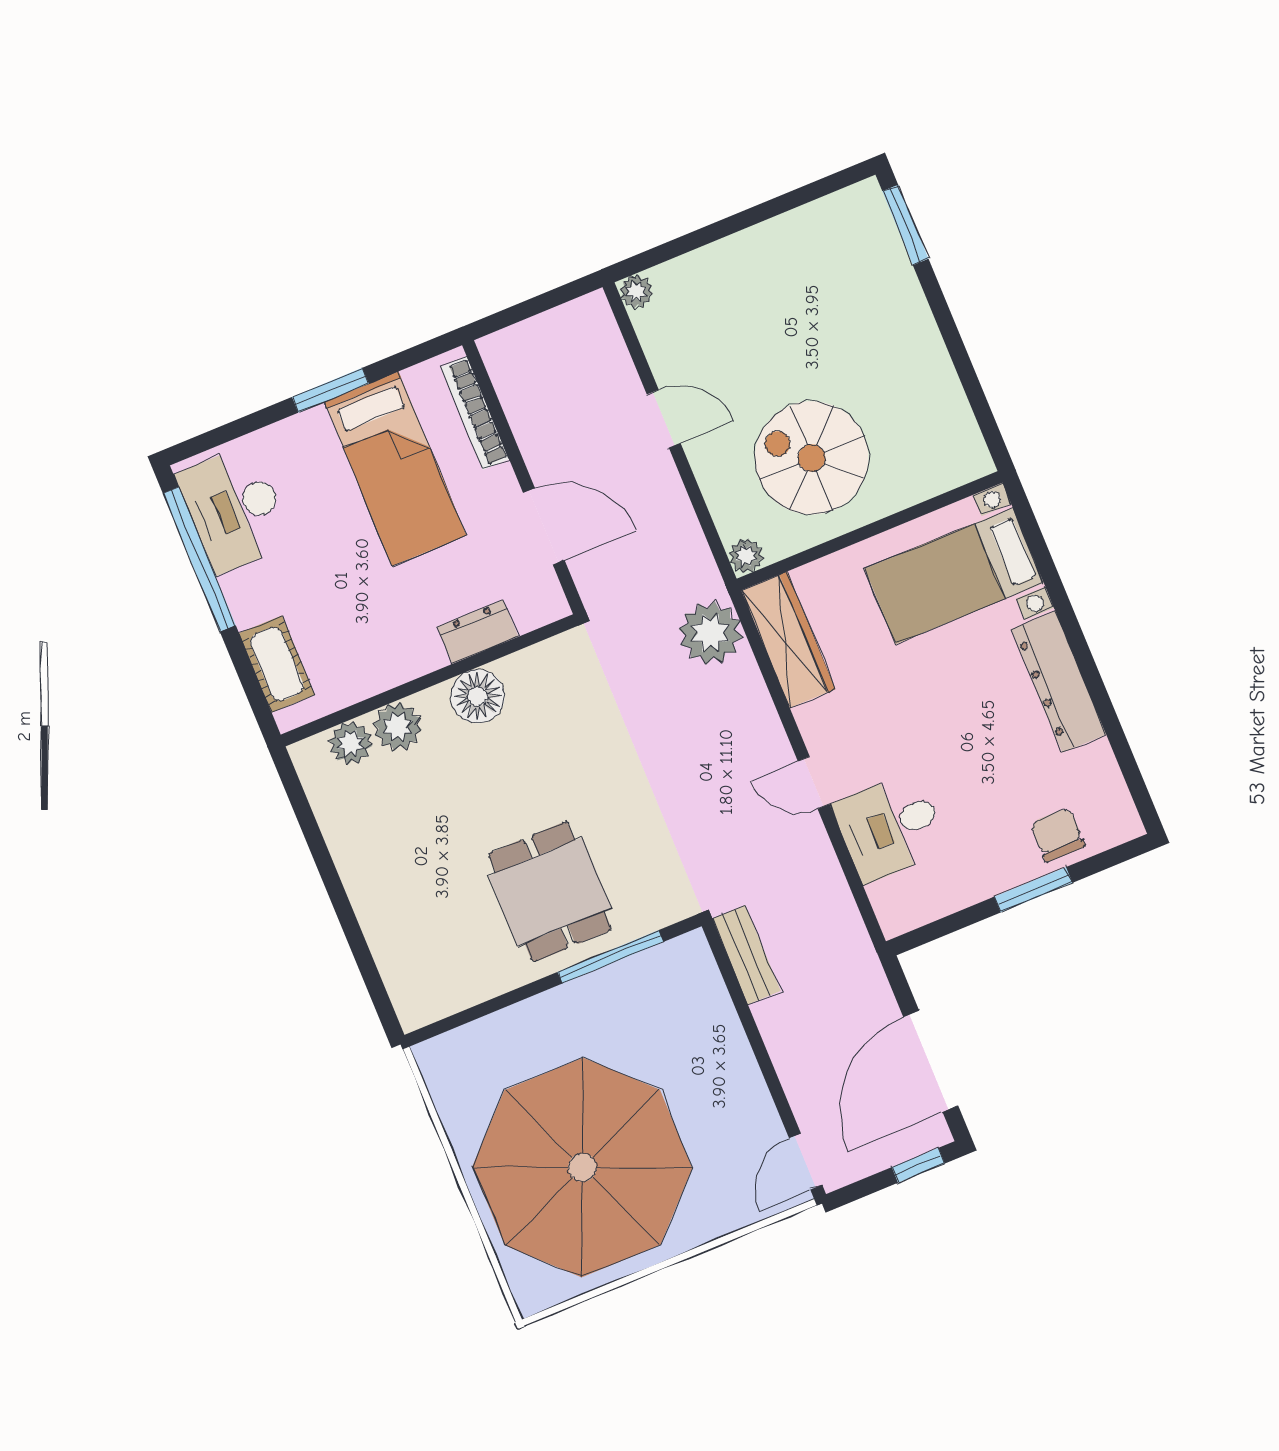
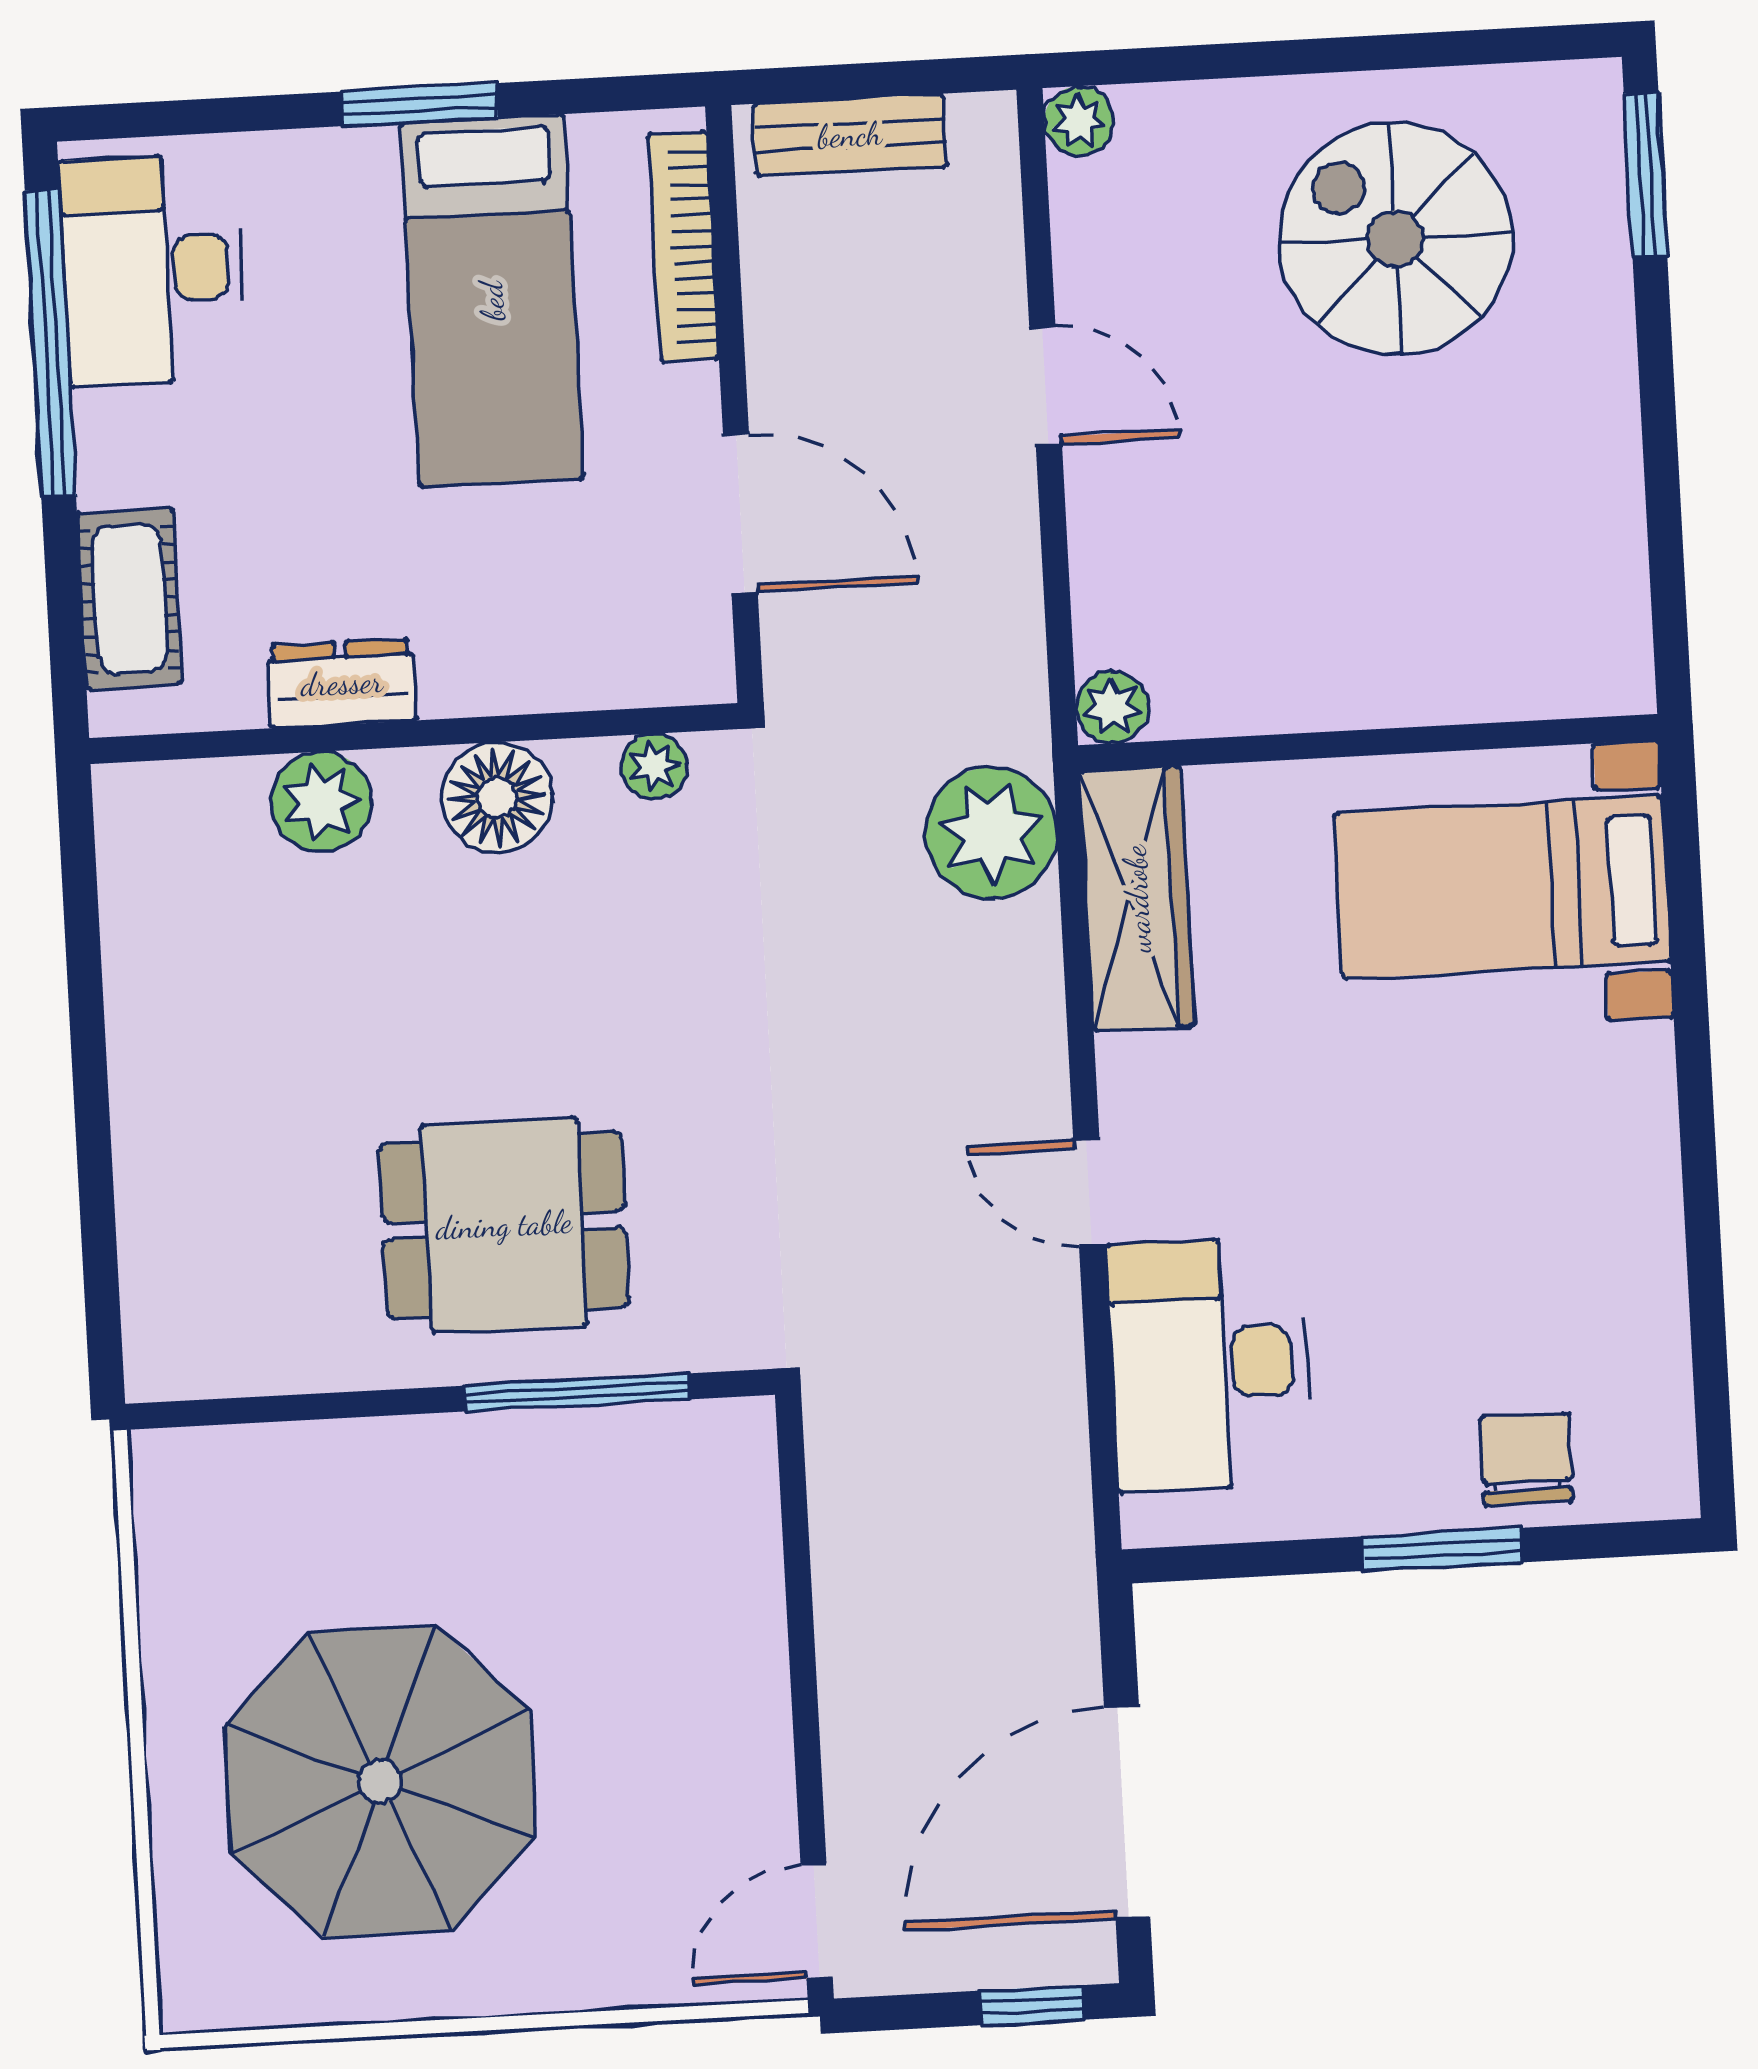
spiral stairs: (812, 458) -> (1395, 238), moved
dresser: (478, 632) -> (342, 683), moved
dresser: (1059, 682) -> (1633, 1164), removed
plant: (351, 743) -> (654, 766), moved, width x0.73, depth x0.73
desk: (890, 827) -> (1209, 1364), width x1.37
dining table: (550, 892) -> (504, 1225), turned 90
bench: (746, 955) -> (850, 135), moved, turned 90
parasol: (582, 1167) -> (380, 1781), width x0.73, depth x0.73

